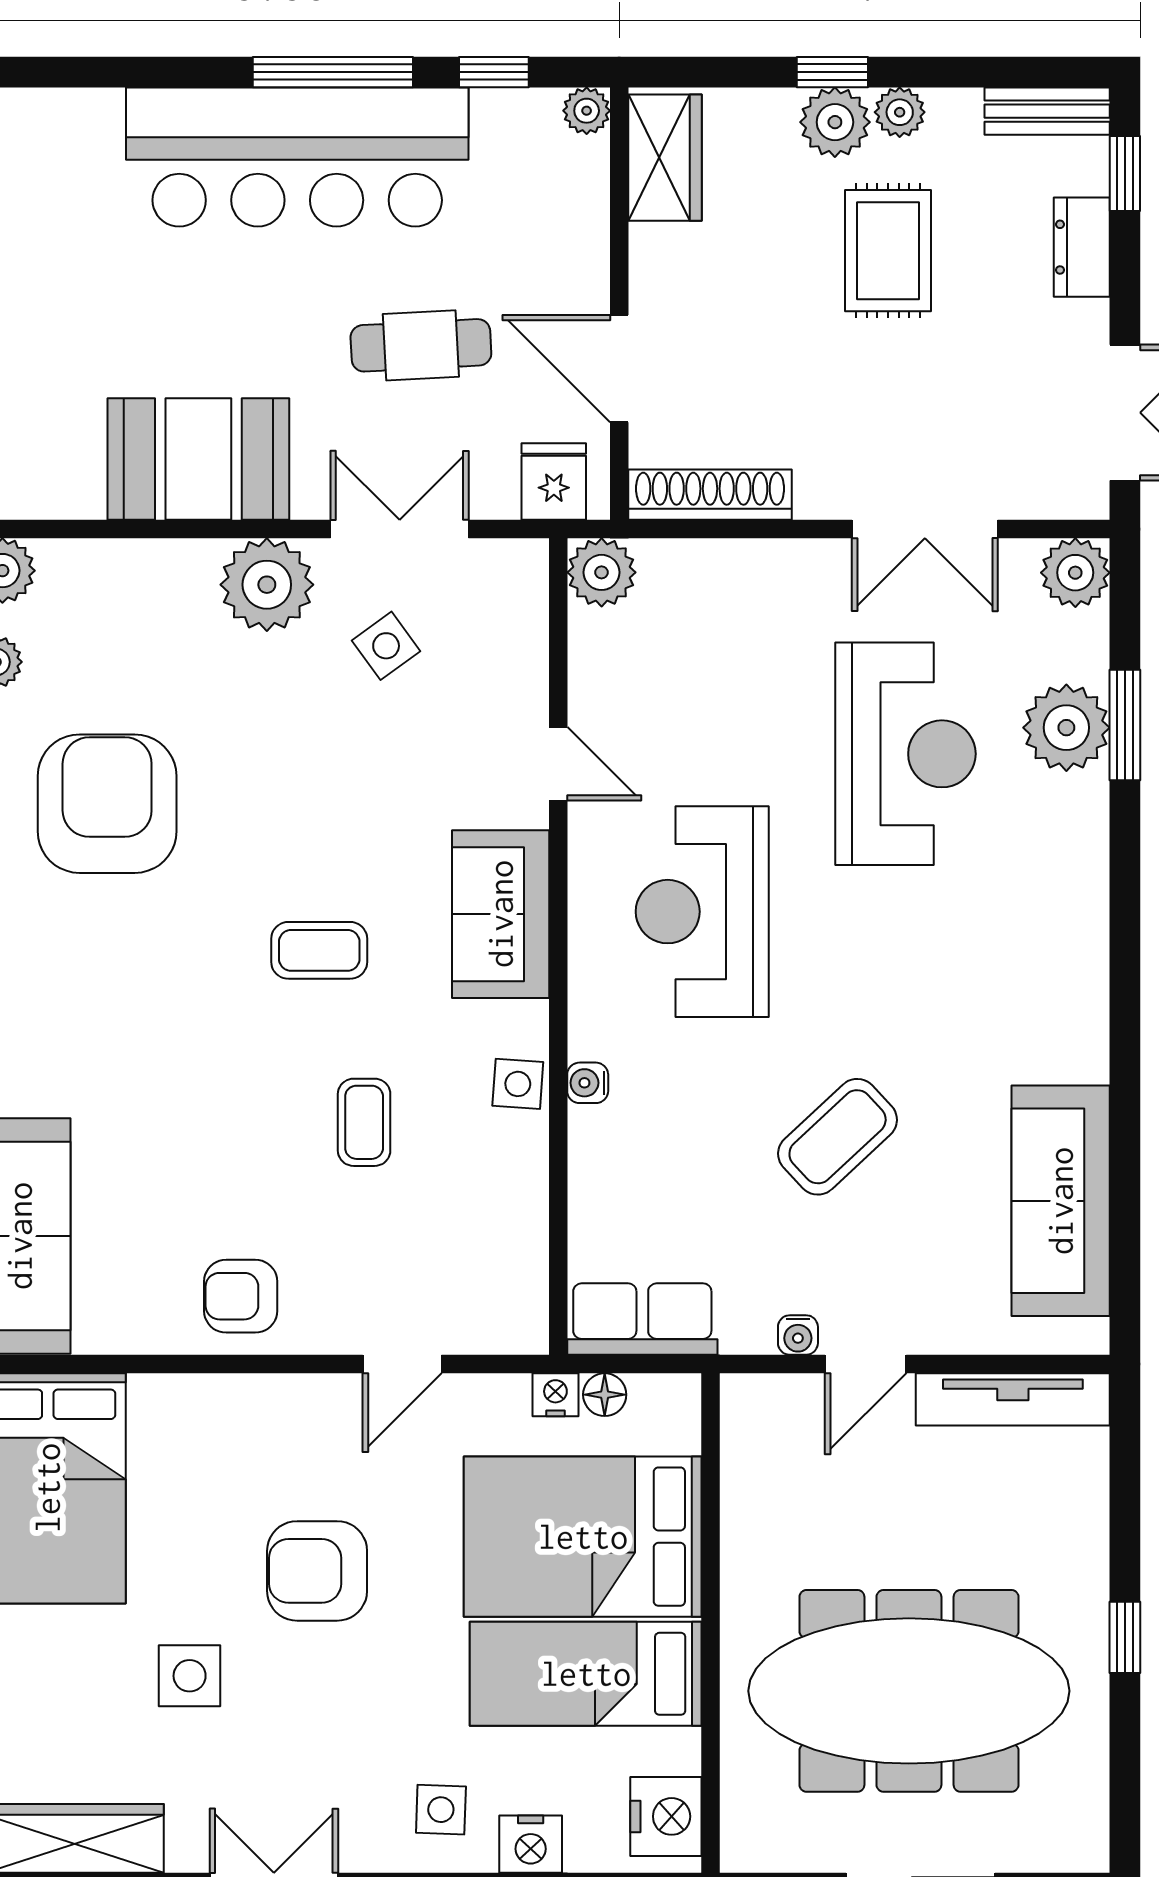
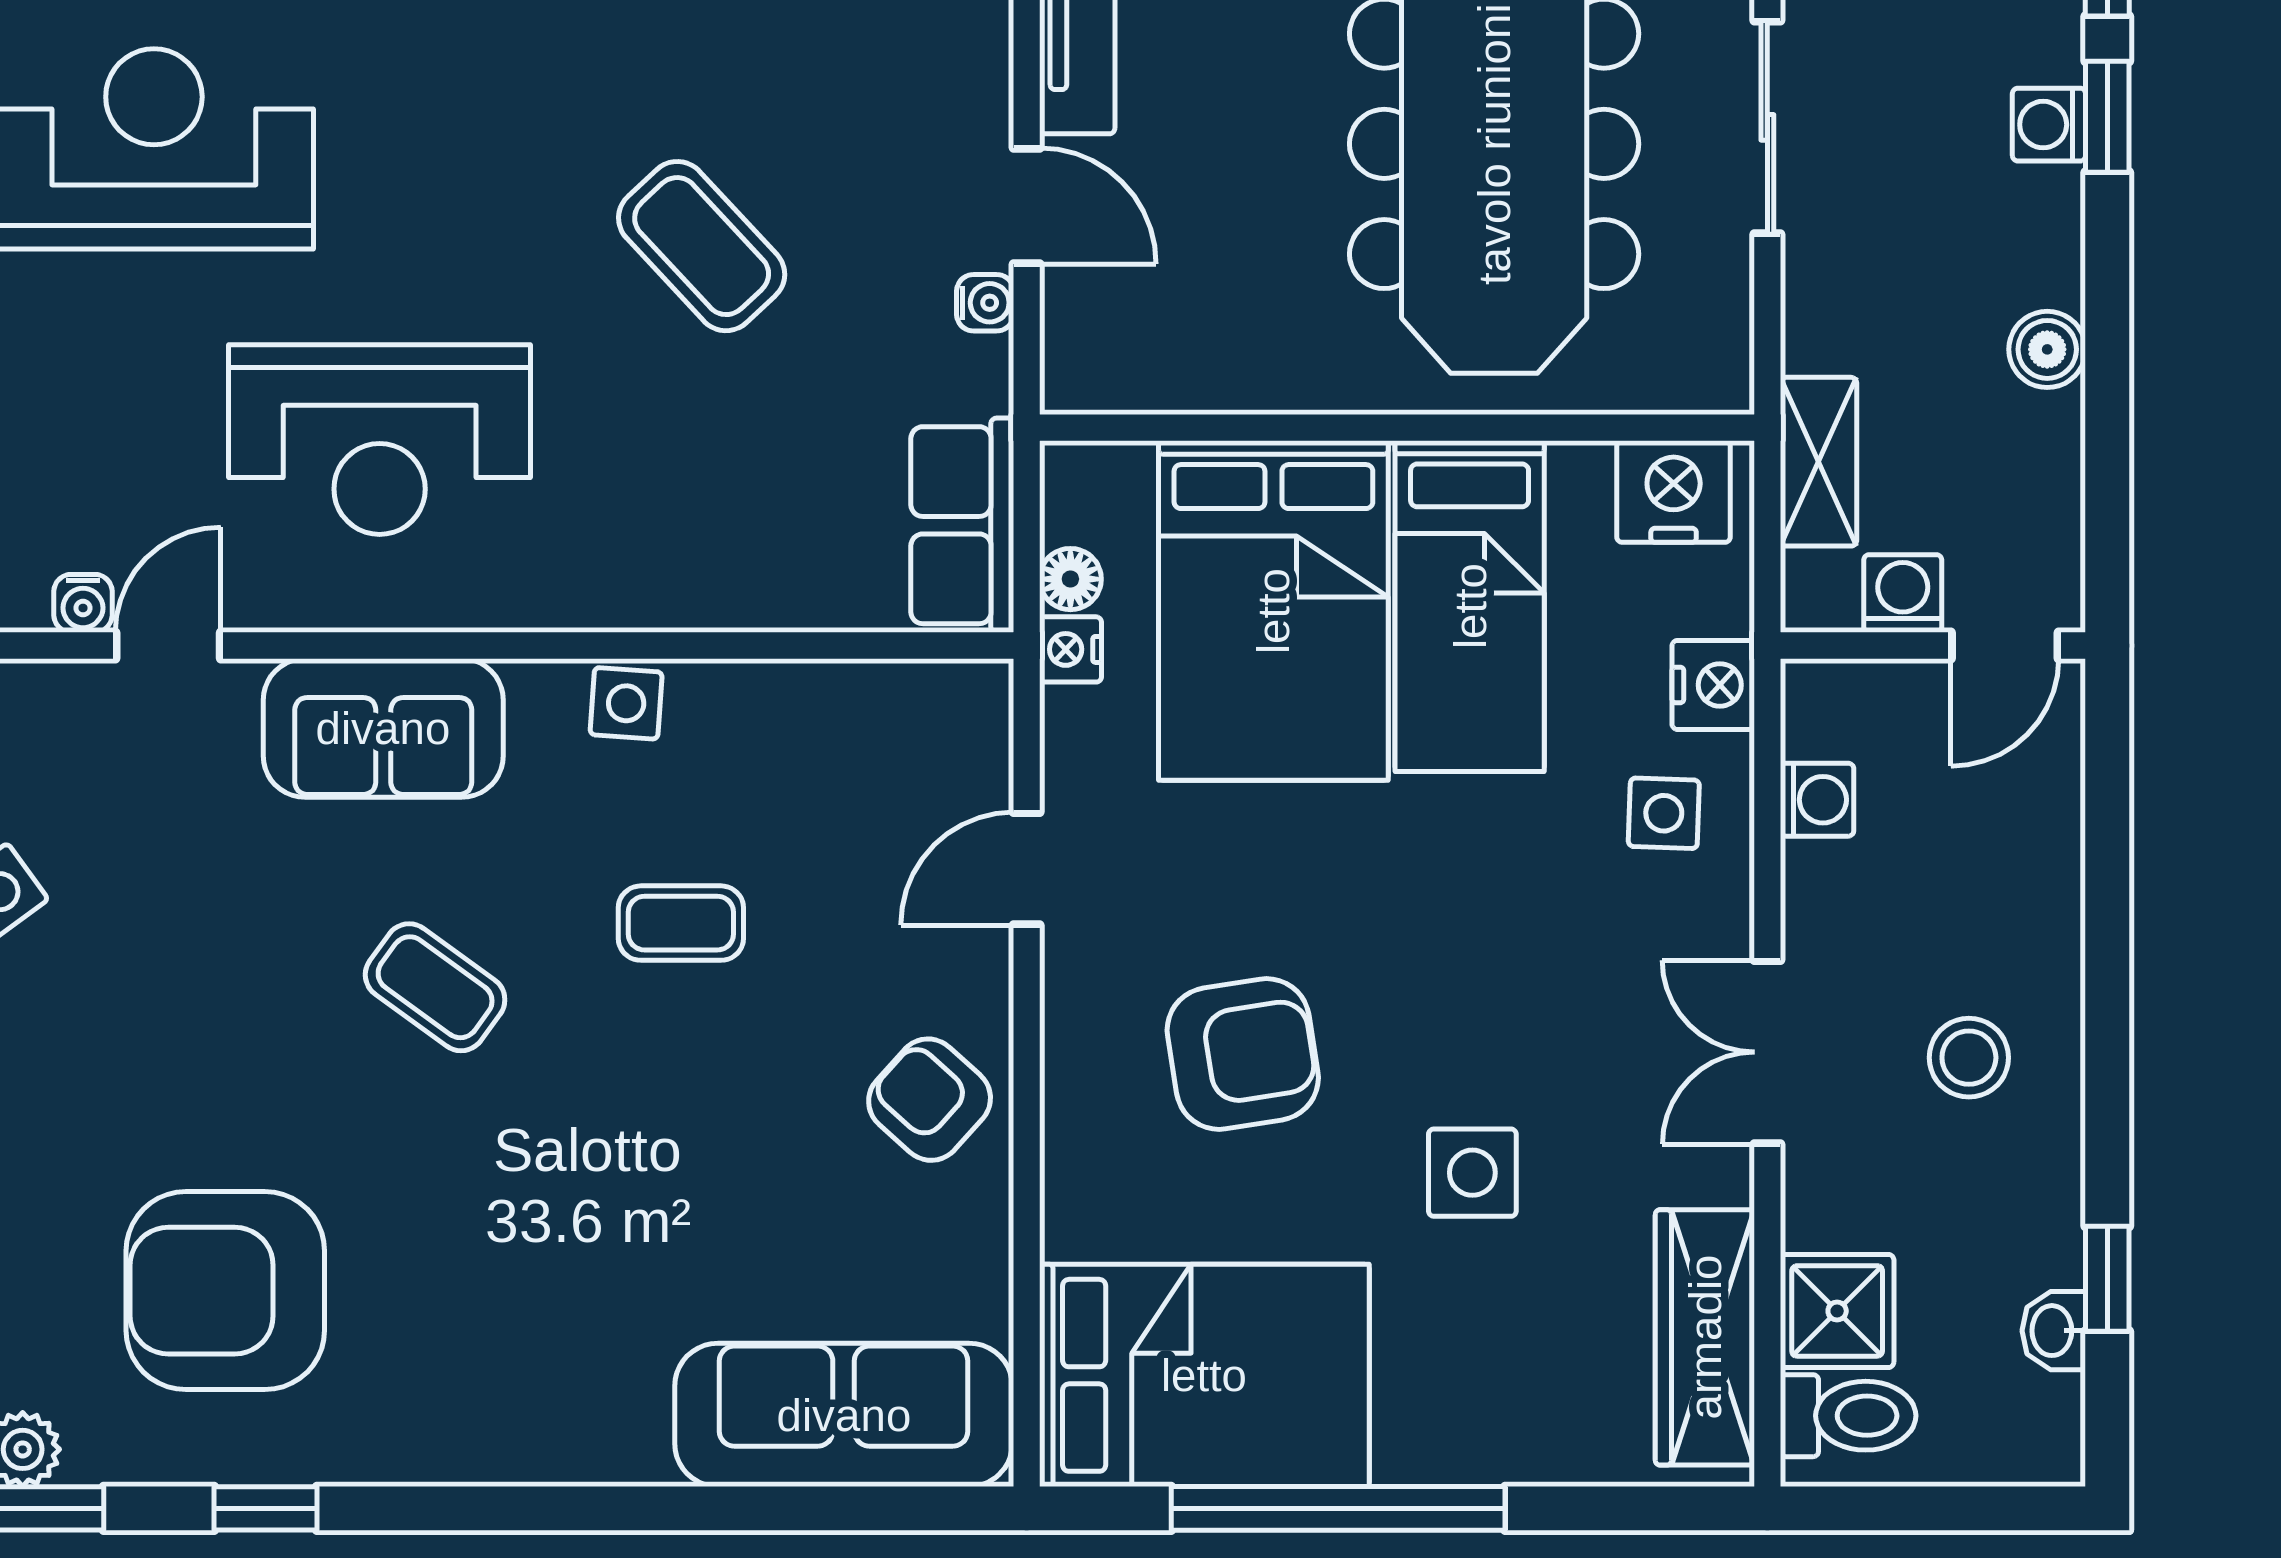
coffee table: (319, 950) -> (435, 987), turned -54
water cooler: (588, 1083) -> (83, 603), moved
armchair: (241, 1296) -> (930, 1100), turned 132
door: (402, 1364) -> (1027, 869), swing flipped
armchair: (317, 1571) -> (1243, 1054), moved, turned -99

